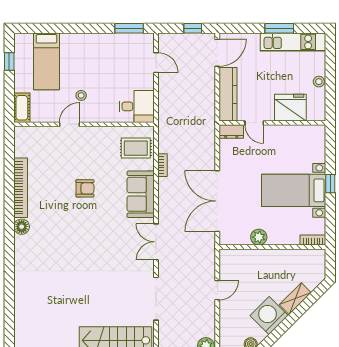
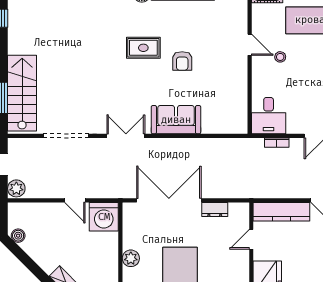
dresser: (231, 132) -> (215, 210), moved, turned -90
rug: (136, 148) -> (143, 48), moved, turned 90
bookcase: (162, 165) -> (277, 143), moved
plant: (259, 237) -> (131, 258), moved
washing machine: (269, 316) -> (104, 217), moved, turned 135

